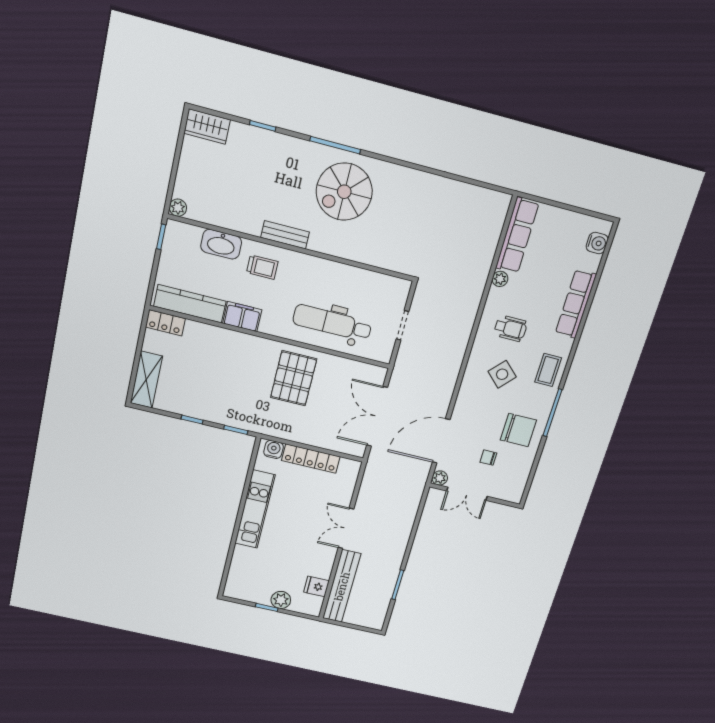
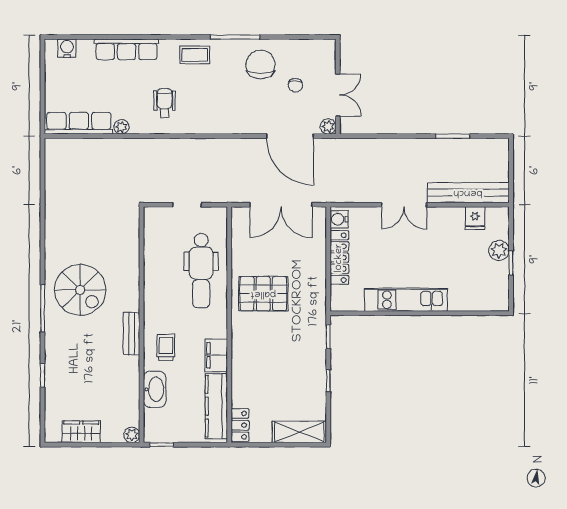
wardrobe: (207, 126) -> (81, 432), moved, turned -90
side table: (502, 374) -> (210, 97), removed
water cooler: (274, 449) -> (339, 219), moved

